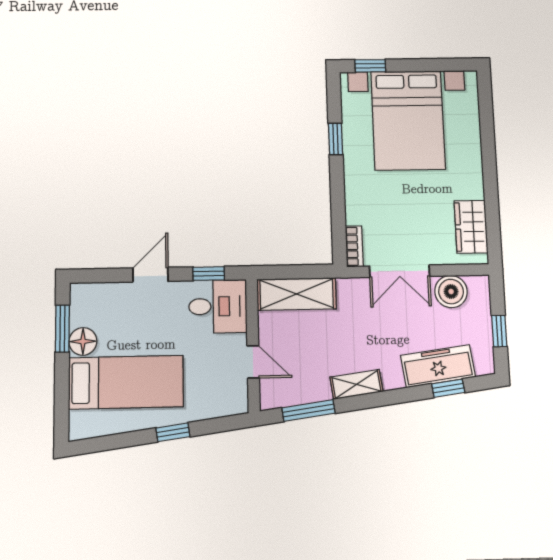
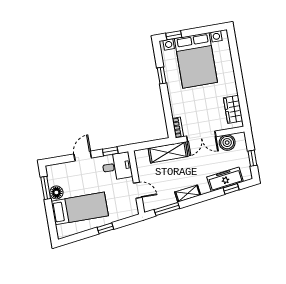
shelving: (297, 294) -> (168, 152), moved

